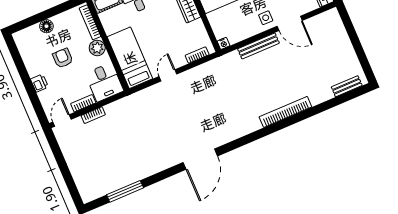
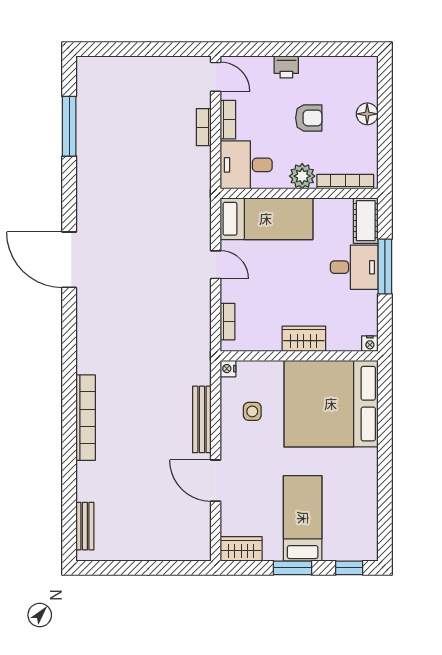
side table: (266, 18) -> (252, 411), moved
door: (290, 23) -> (216, 481), hinge flipped

